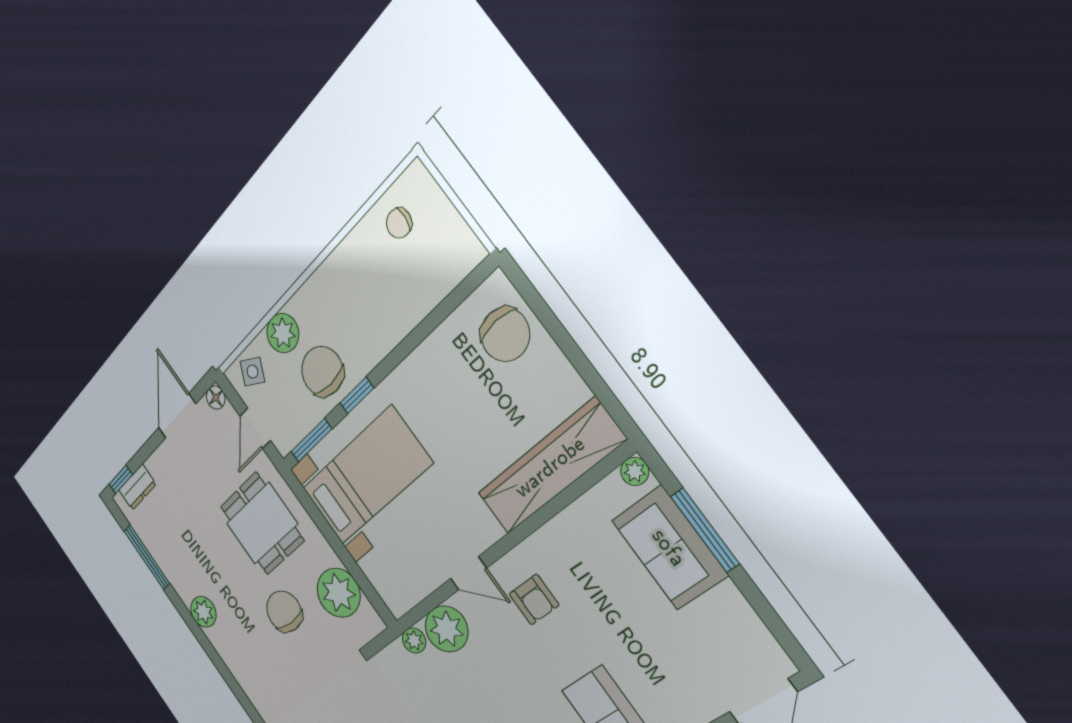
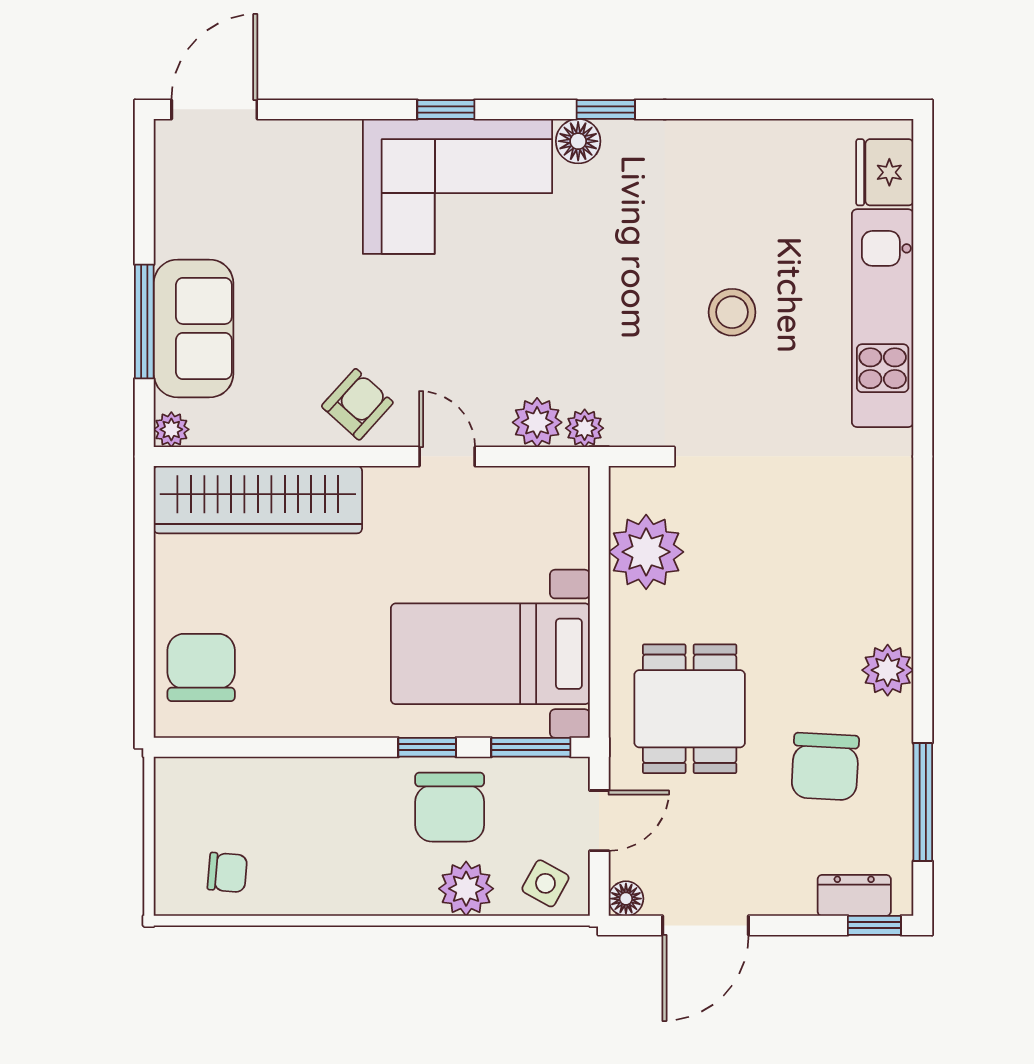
armchair: (534, 600) -> (357, 404), moved, turned 42
chair: (284, 611) -> (825, 767), moved
plant: (447, 629) -> (537, 422), width x0.73, depth x0.73

